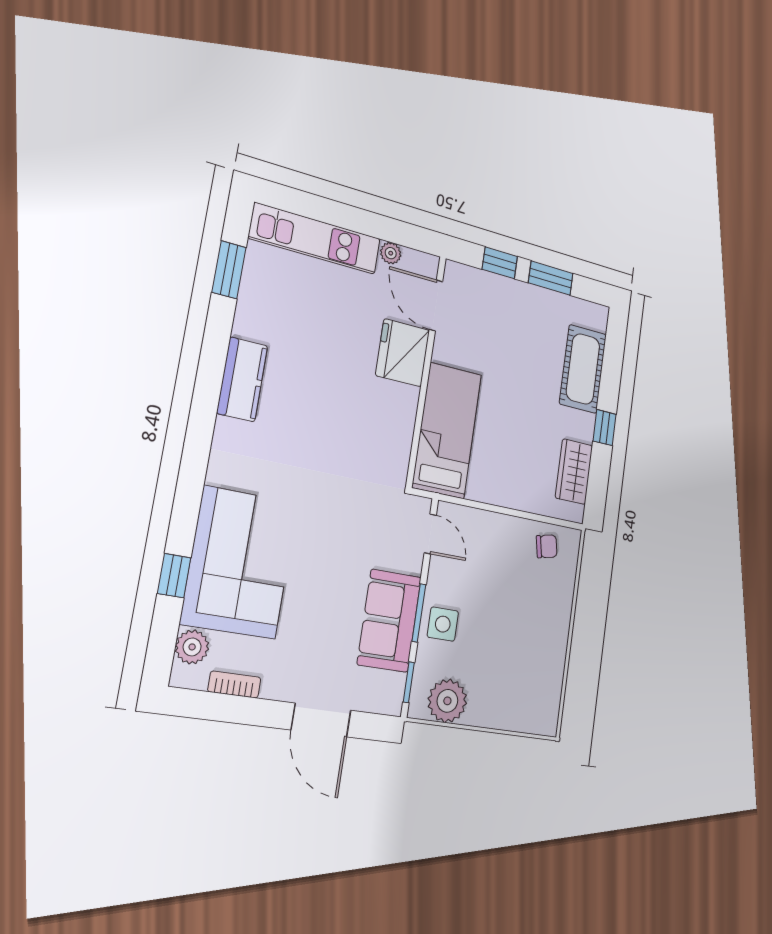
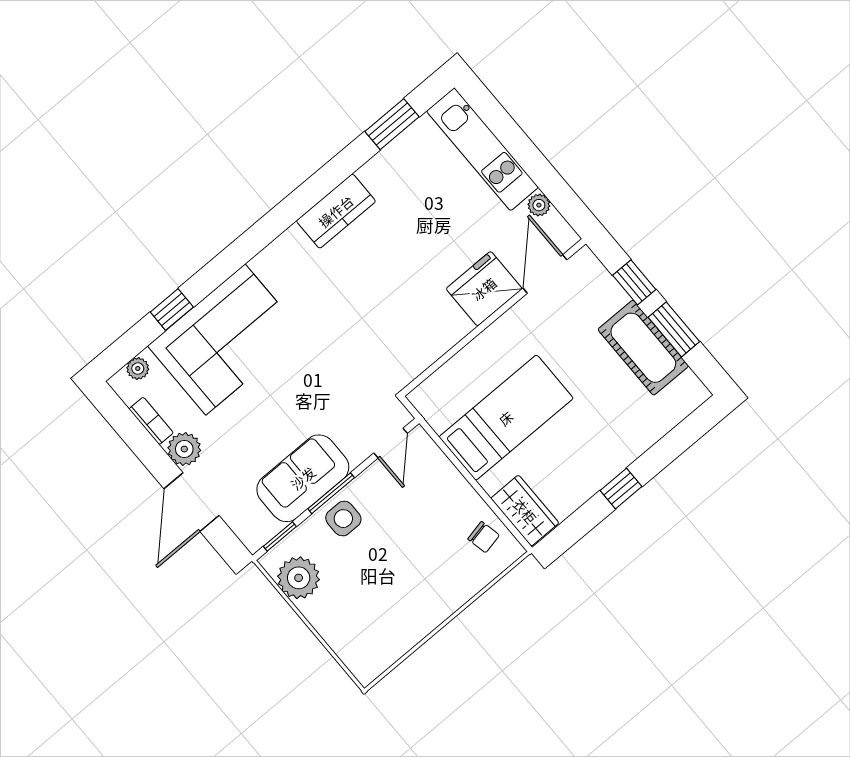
cot: (583, 369) -> (643, 348), moved, turned 90
bed: (447, 431) -> (506, 418), moved
wardrobe: (574, 472) -> (525, 511), moved, turned 90
plant: (192, 647) -> (138, 369), width x0.73, depth x0.73
plant: (280, 683) -> (184, 449), added

